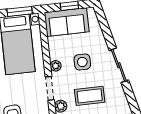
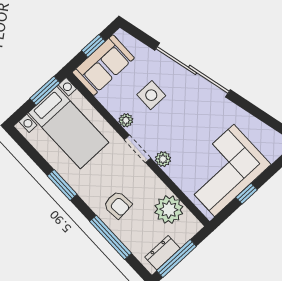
sliding door: (119, 65) -> (193, 70), width x1.86
coffee table: (90, 96) -> (186, 125), removed

